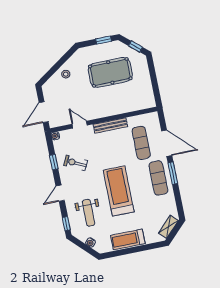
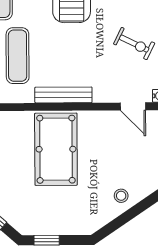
pool table: (110, 72) -> (56, 149), moved, turned 90
door: (80, 125) -> (133, 106), moved

